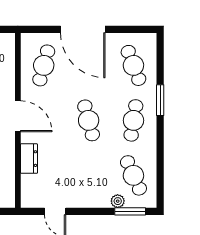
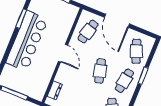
dresser: (29, 159) -> (55, 90), moved

